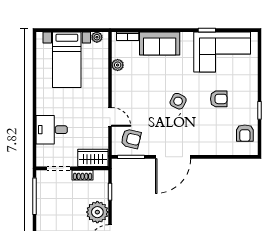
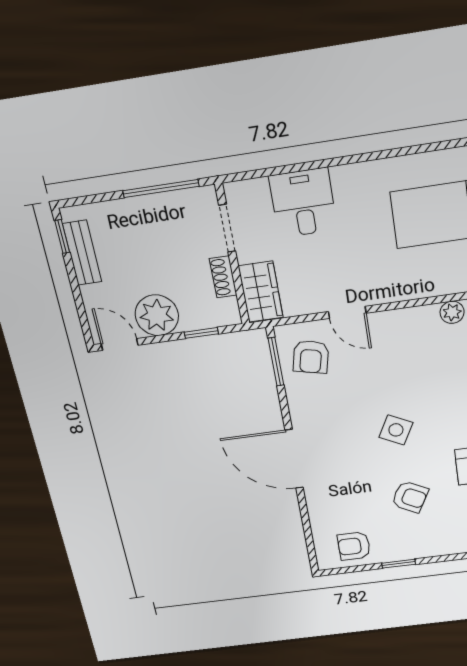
armchair: (219, 99) -> (410, 497), turned -62
door: (110, 117) -> (347, 312), hinge flipped
door: (173, 157) -> (294, 459), moved

